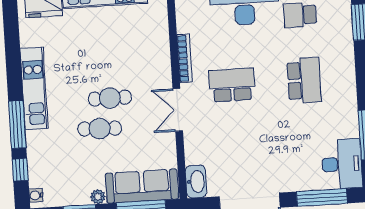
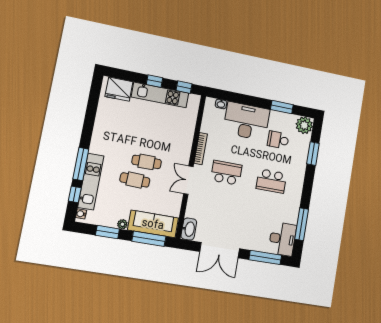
school desk: (304, 80) -> (271, 181), turned 90
kitchen unit: (34, 88) -> (91, 182), moved

